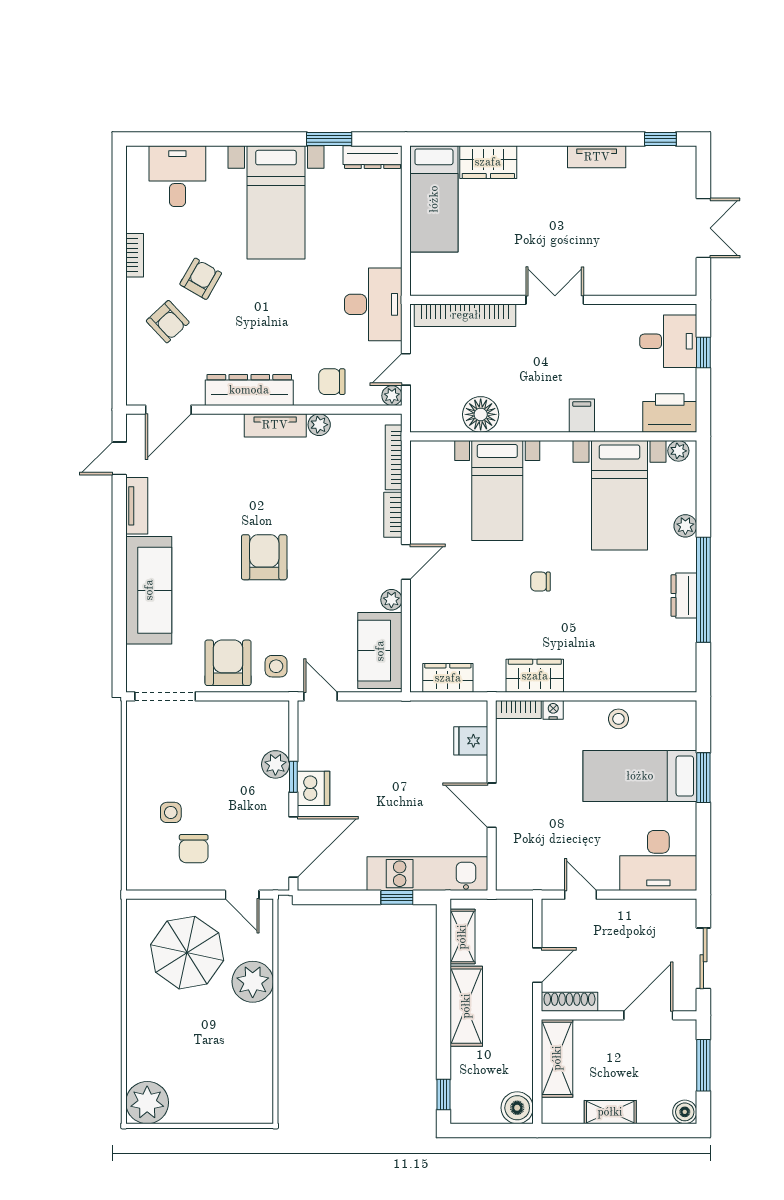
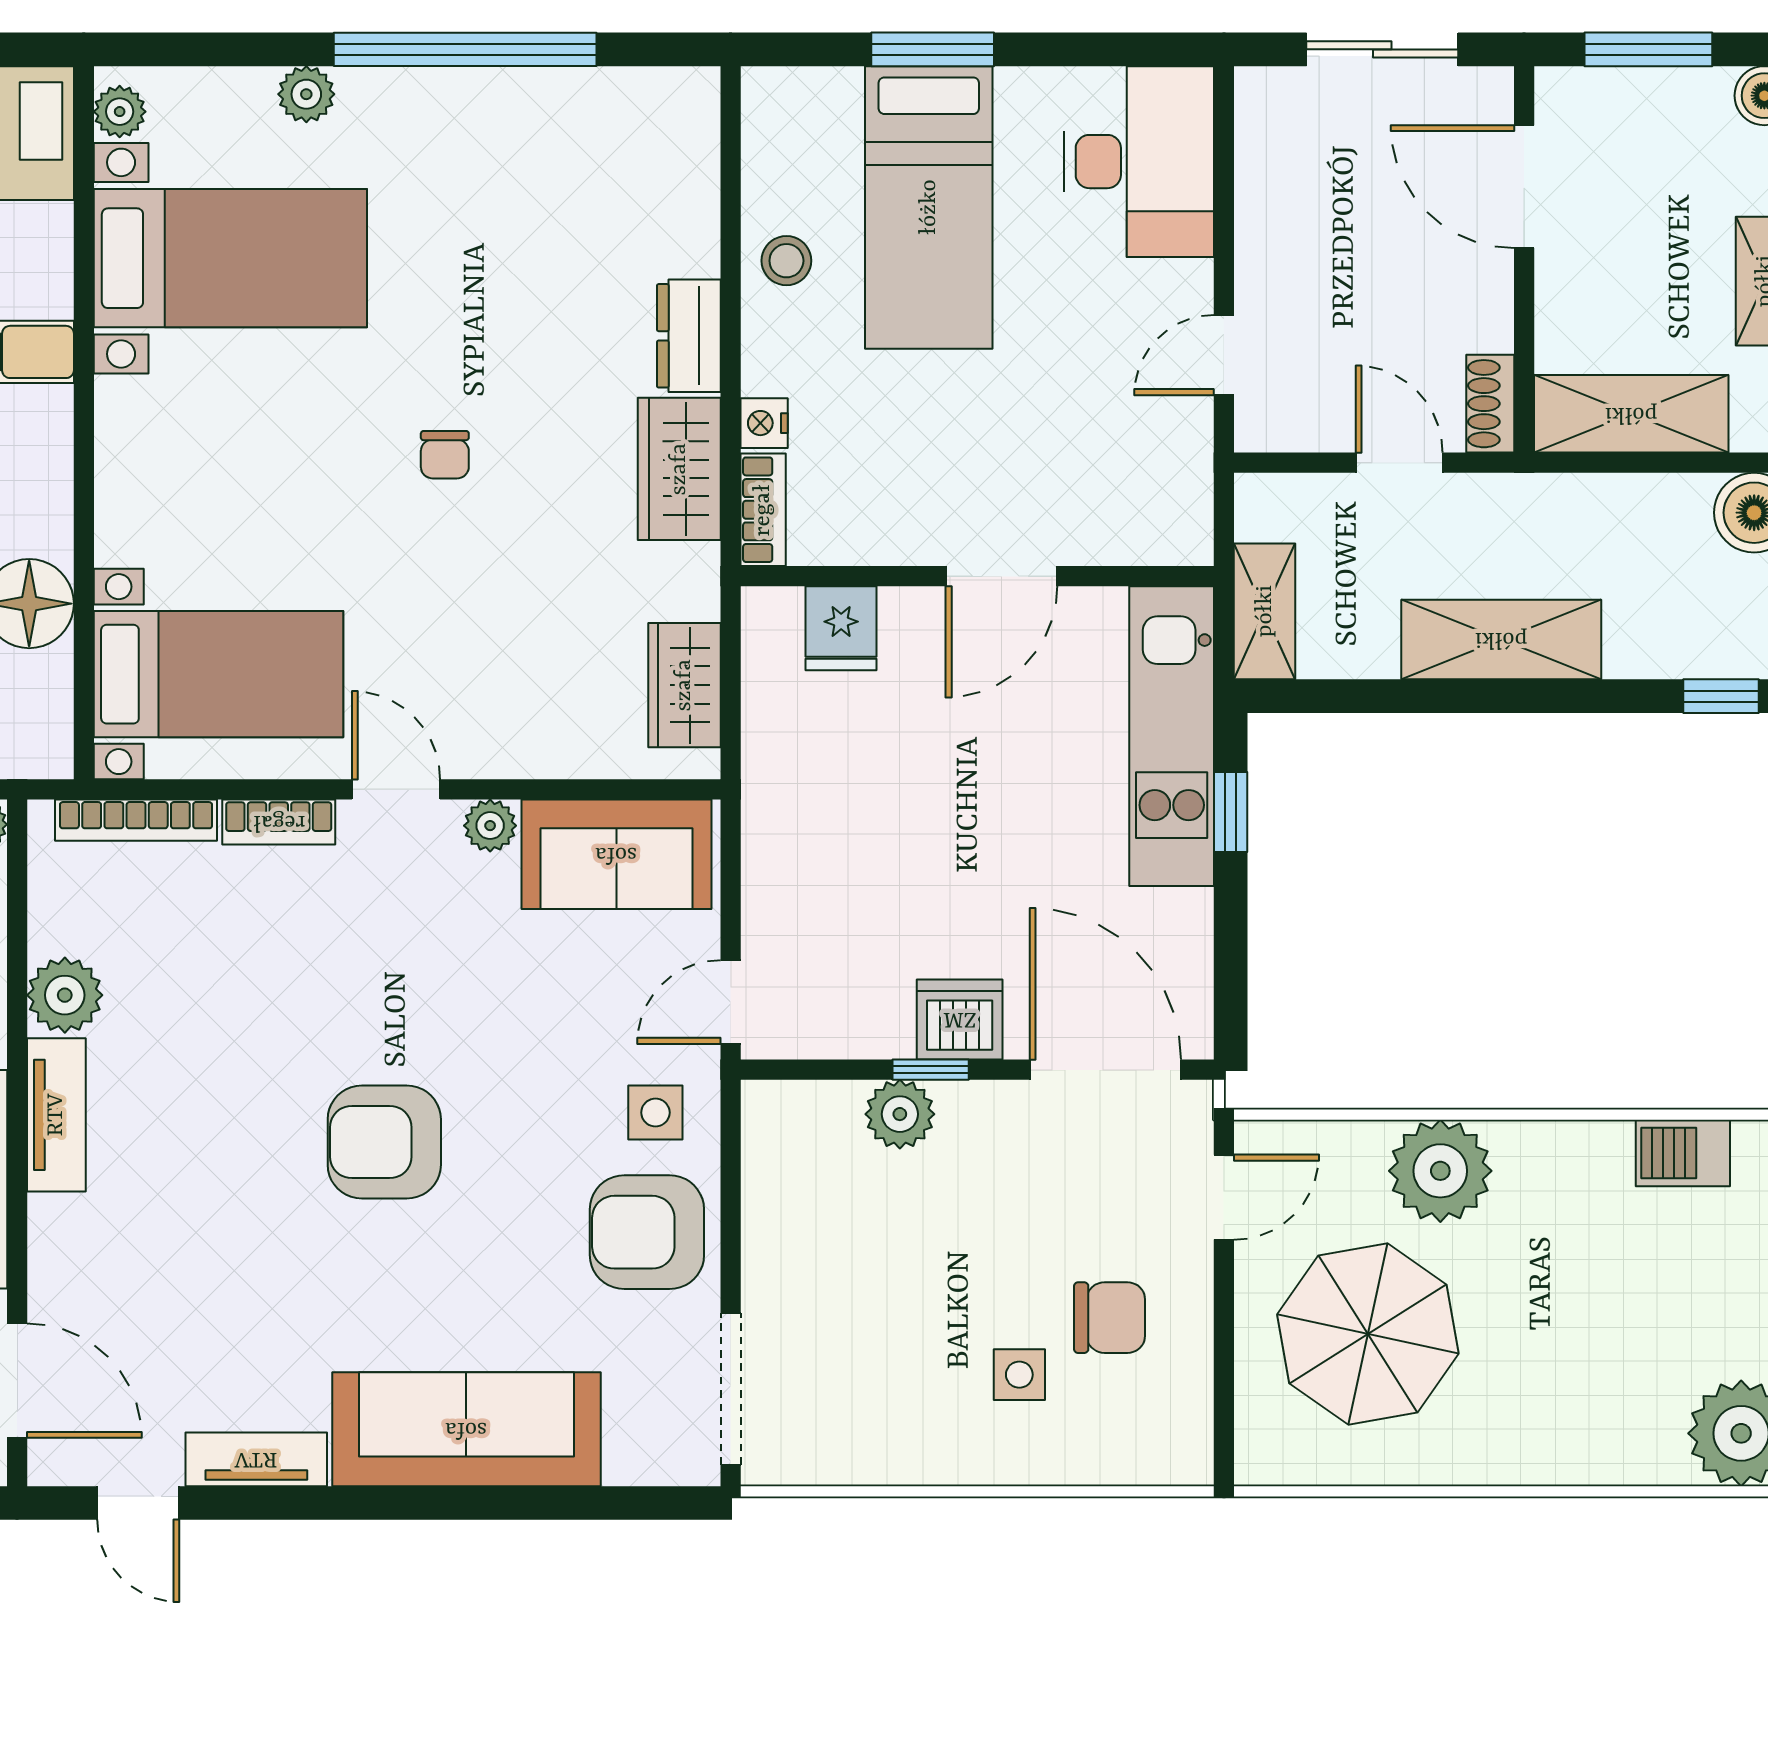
plant: (319, 425) -> (65, 995), width x1.38, depth x1.38
bed with nightstands: (497, 491) -> (218, 674), moved
dresser: (684, 596) -> (689, 336), moved, turned 90
shelving: (462, 937) -> (1265, 611), moved, turned 90
shoe rack: (569, 1002) -> (1490, 404), width x0.70
barbecue: (260, 1079) -> (1683, 1153), added

